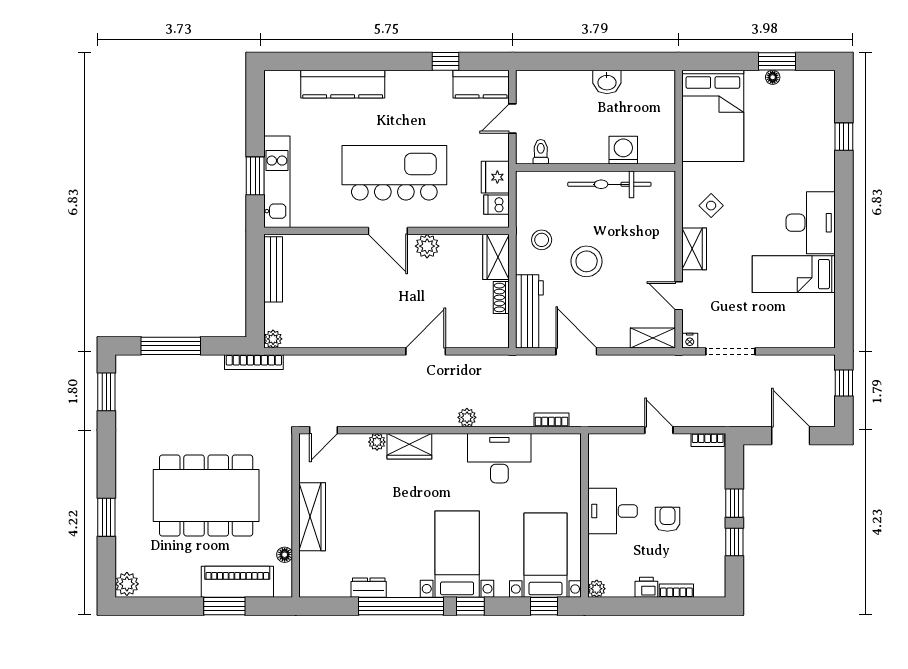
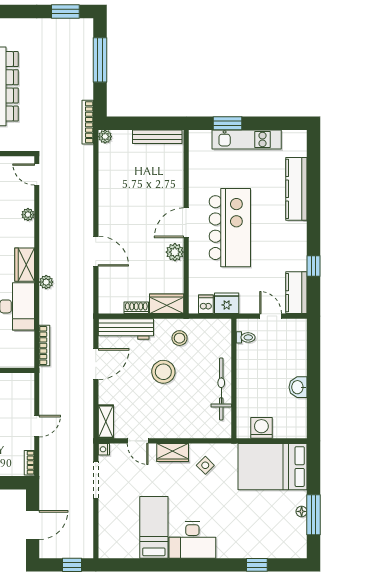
window: (777, 61) -> (313, 515), width x1.44
washing machine: (623, 150) -> (261, 428), moved, turned -90
kitchen unit: (277, 182) -> (247, 139), moved
door: (679, 296) -> (138, 441), swing flipped
bookcase: (551, 420) -> (44, 345), width x1.56
wardrobe: (409, 446) -> (25, 265), moved

